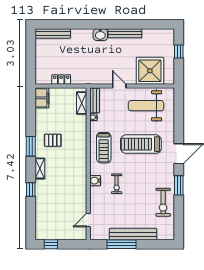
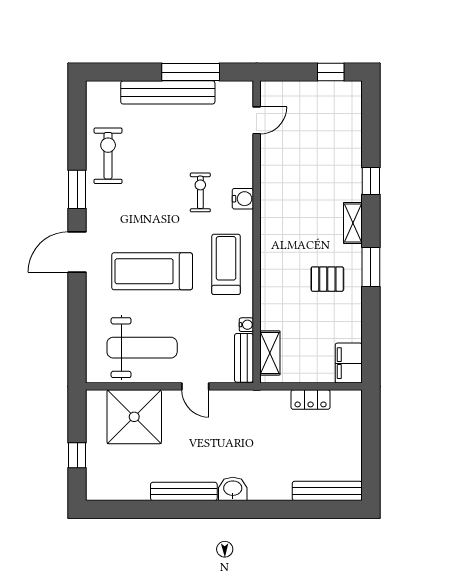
treadmill: (141, 144) -> (152, 271), turned 180

